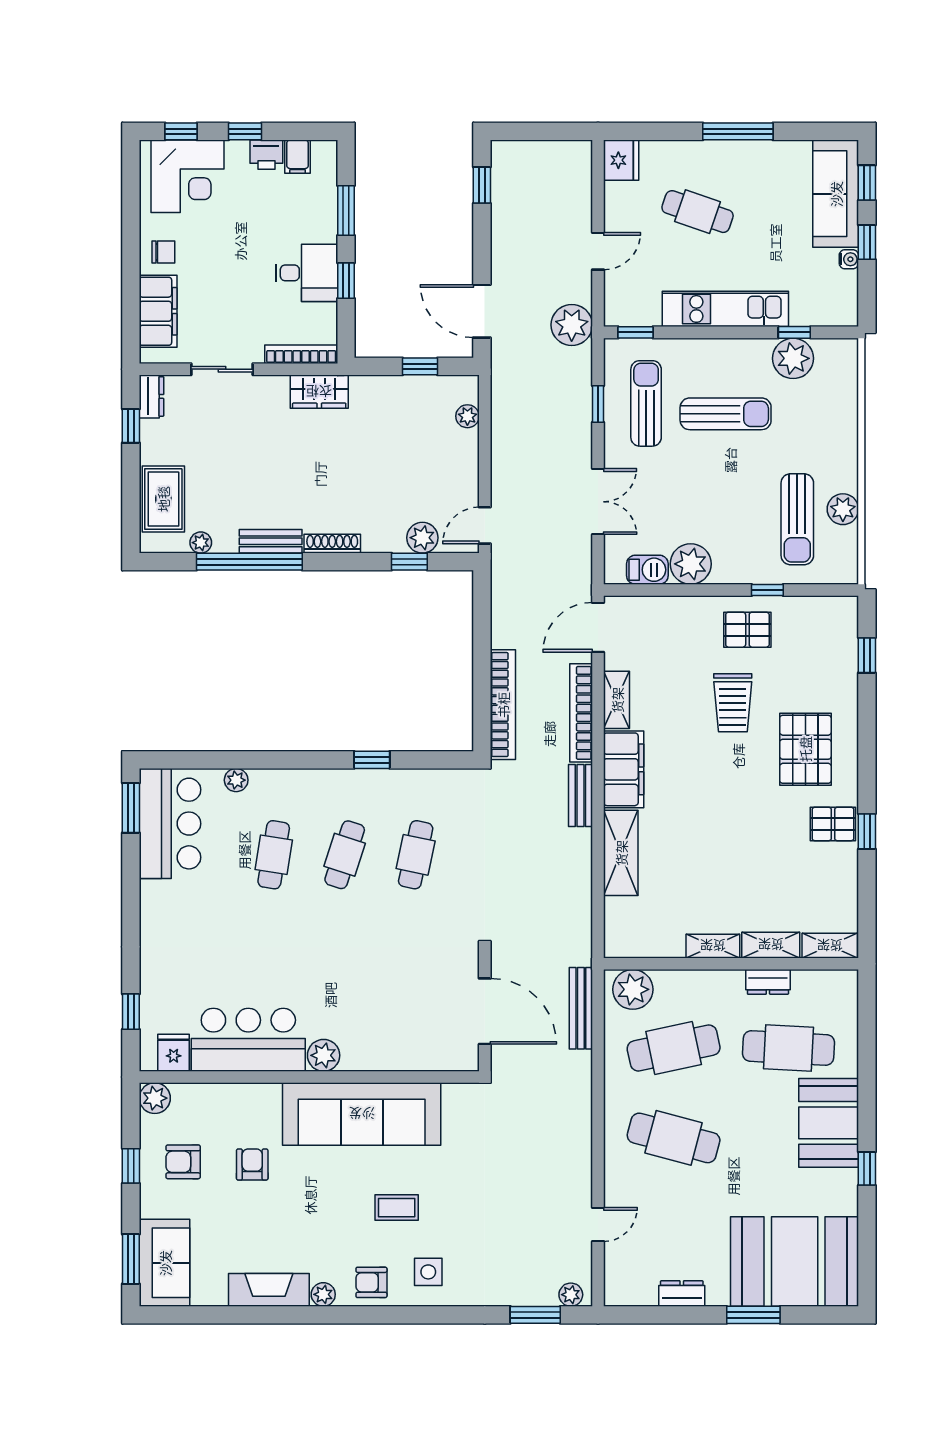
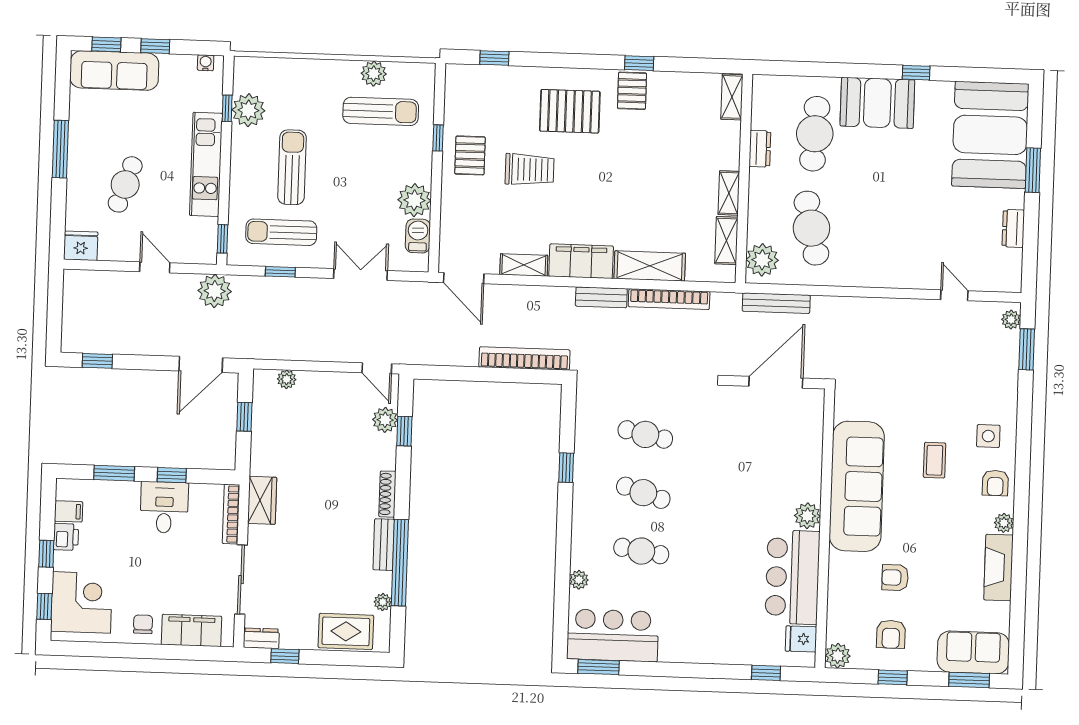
water cooler: (849, 259) -> (206, 63), moved
sliding door: (222, 369) -> (241, 580), width x1.37
bookcase: (581, 713) -> (669, 299), moved
shelving: (771, 945) -> (726, 241), moved
cafe table: (674, 1138) -> (885, 231), removed

